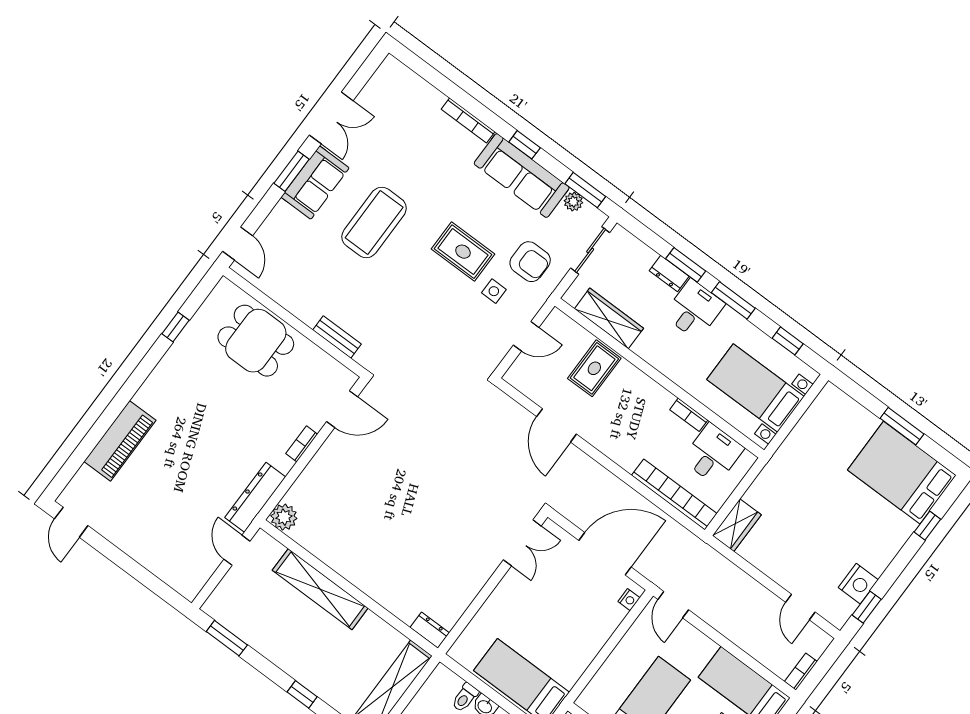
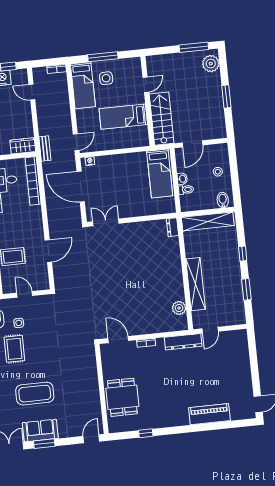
bench: (337, 337) -> (45, 148), moved
plant: (284, 517) -> (179, 308), moved
door: (800, 607) -> (32, 92), swing flipped
window: (227, 638) -> (246, 289), moved

